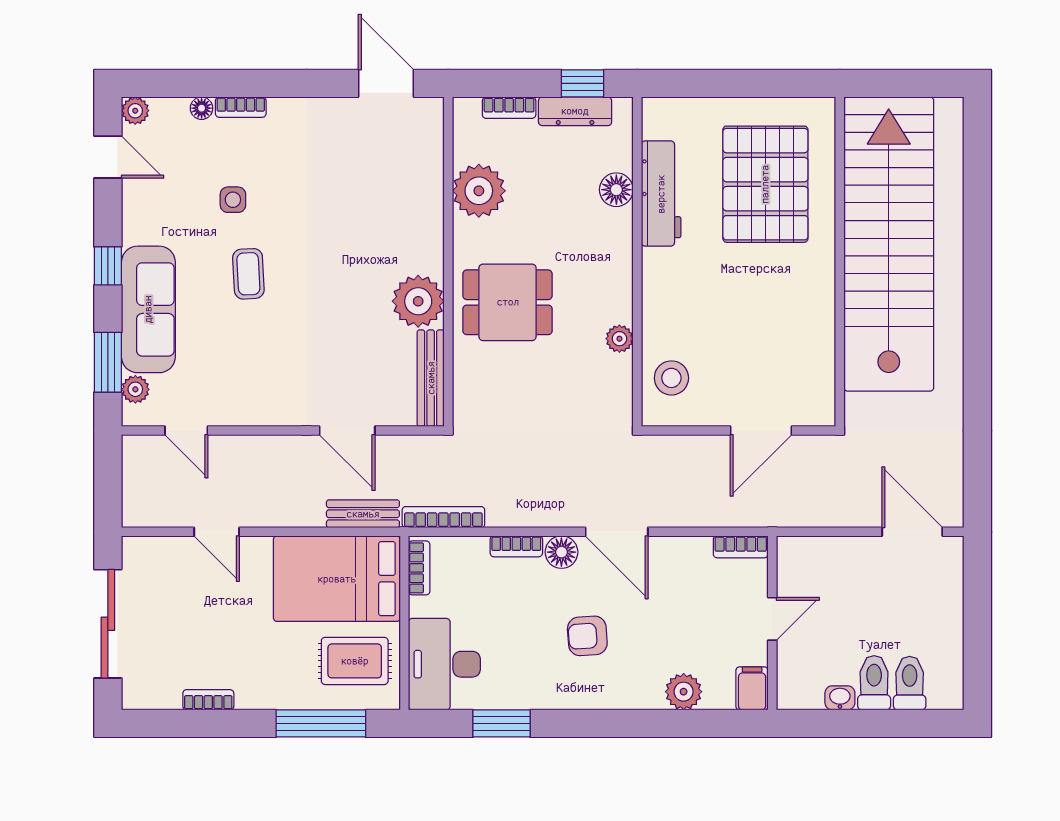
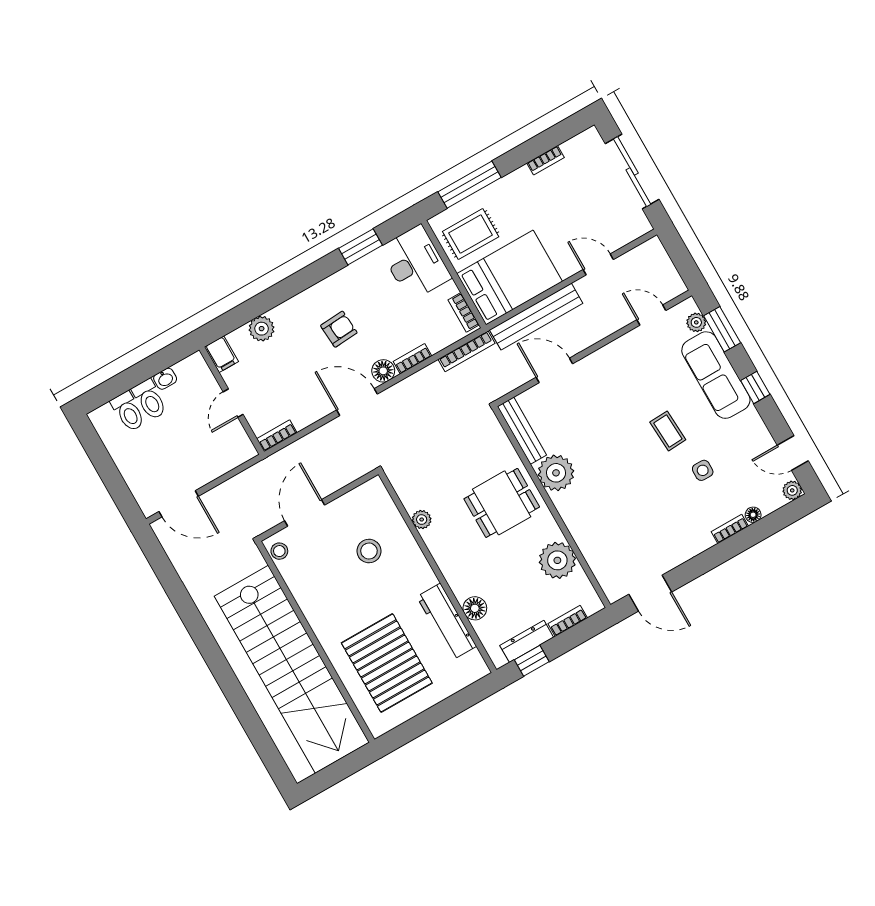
stool: (671, 378) -> (369, 551), moved
stool: (820, 401) -> (279, 551), added
bench: (363, 514) -> (536, 317), width x1.86, depth x1.21

